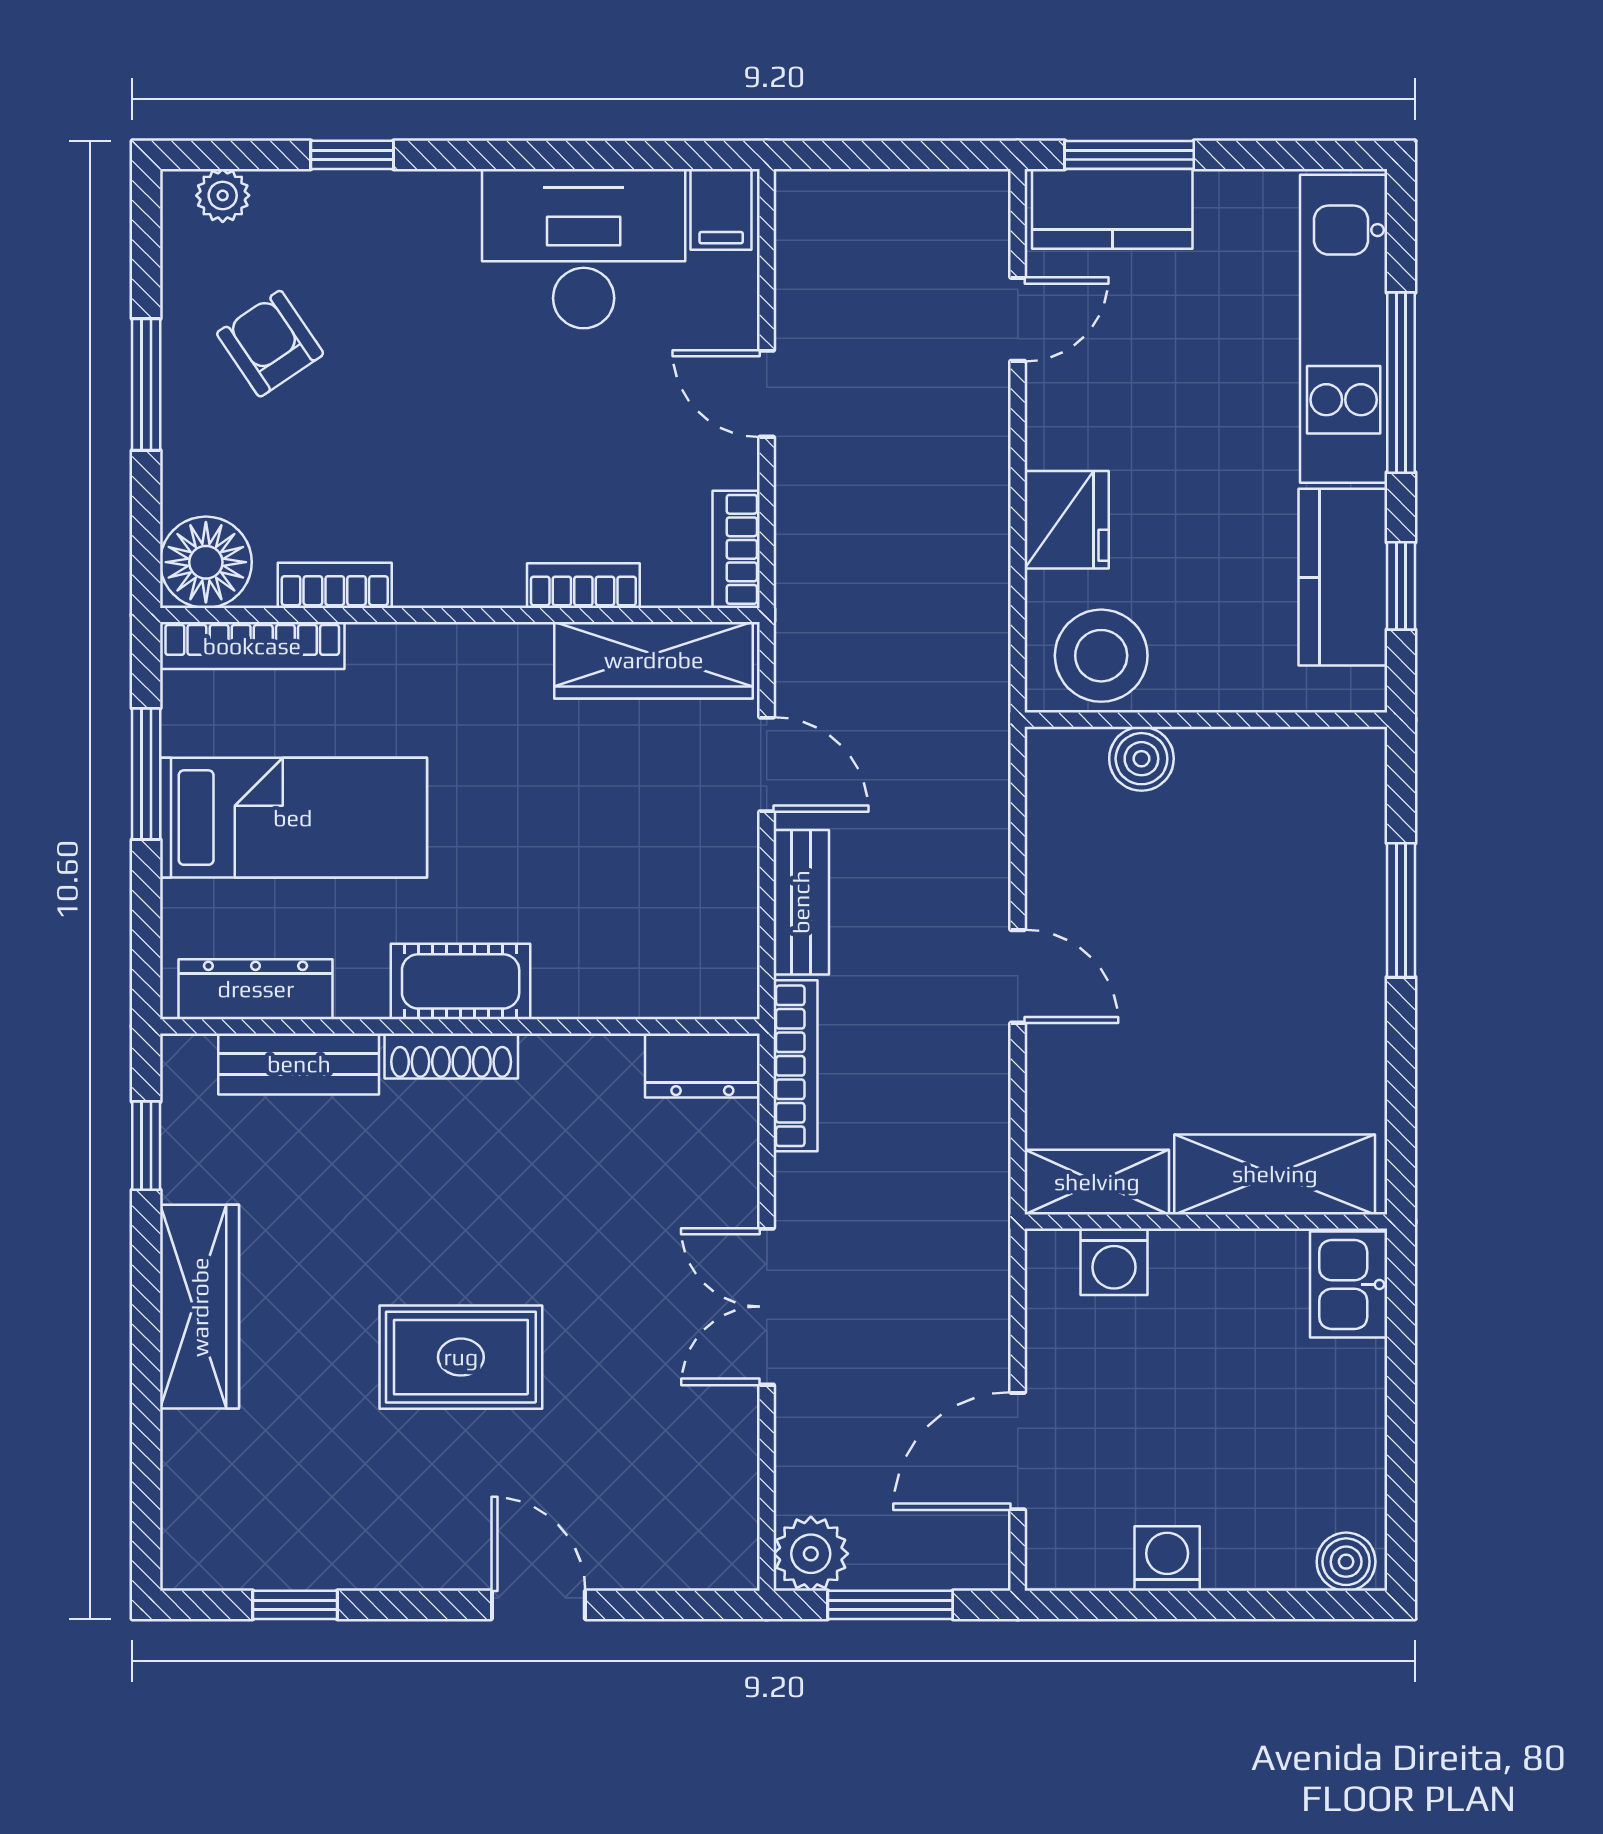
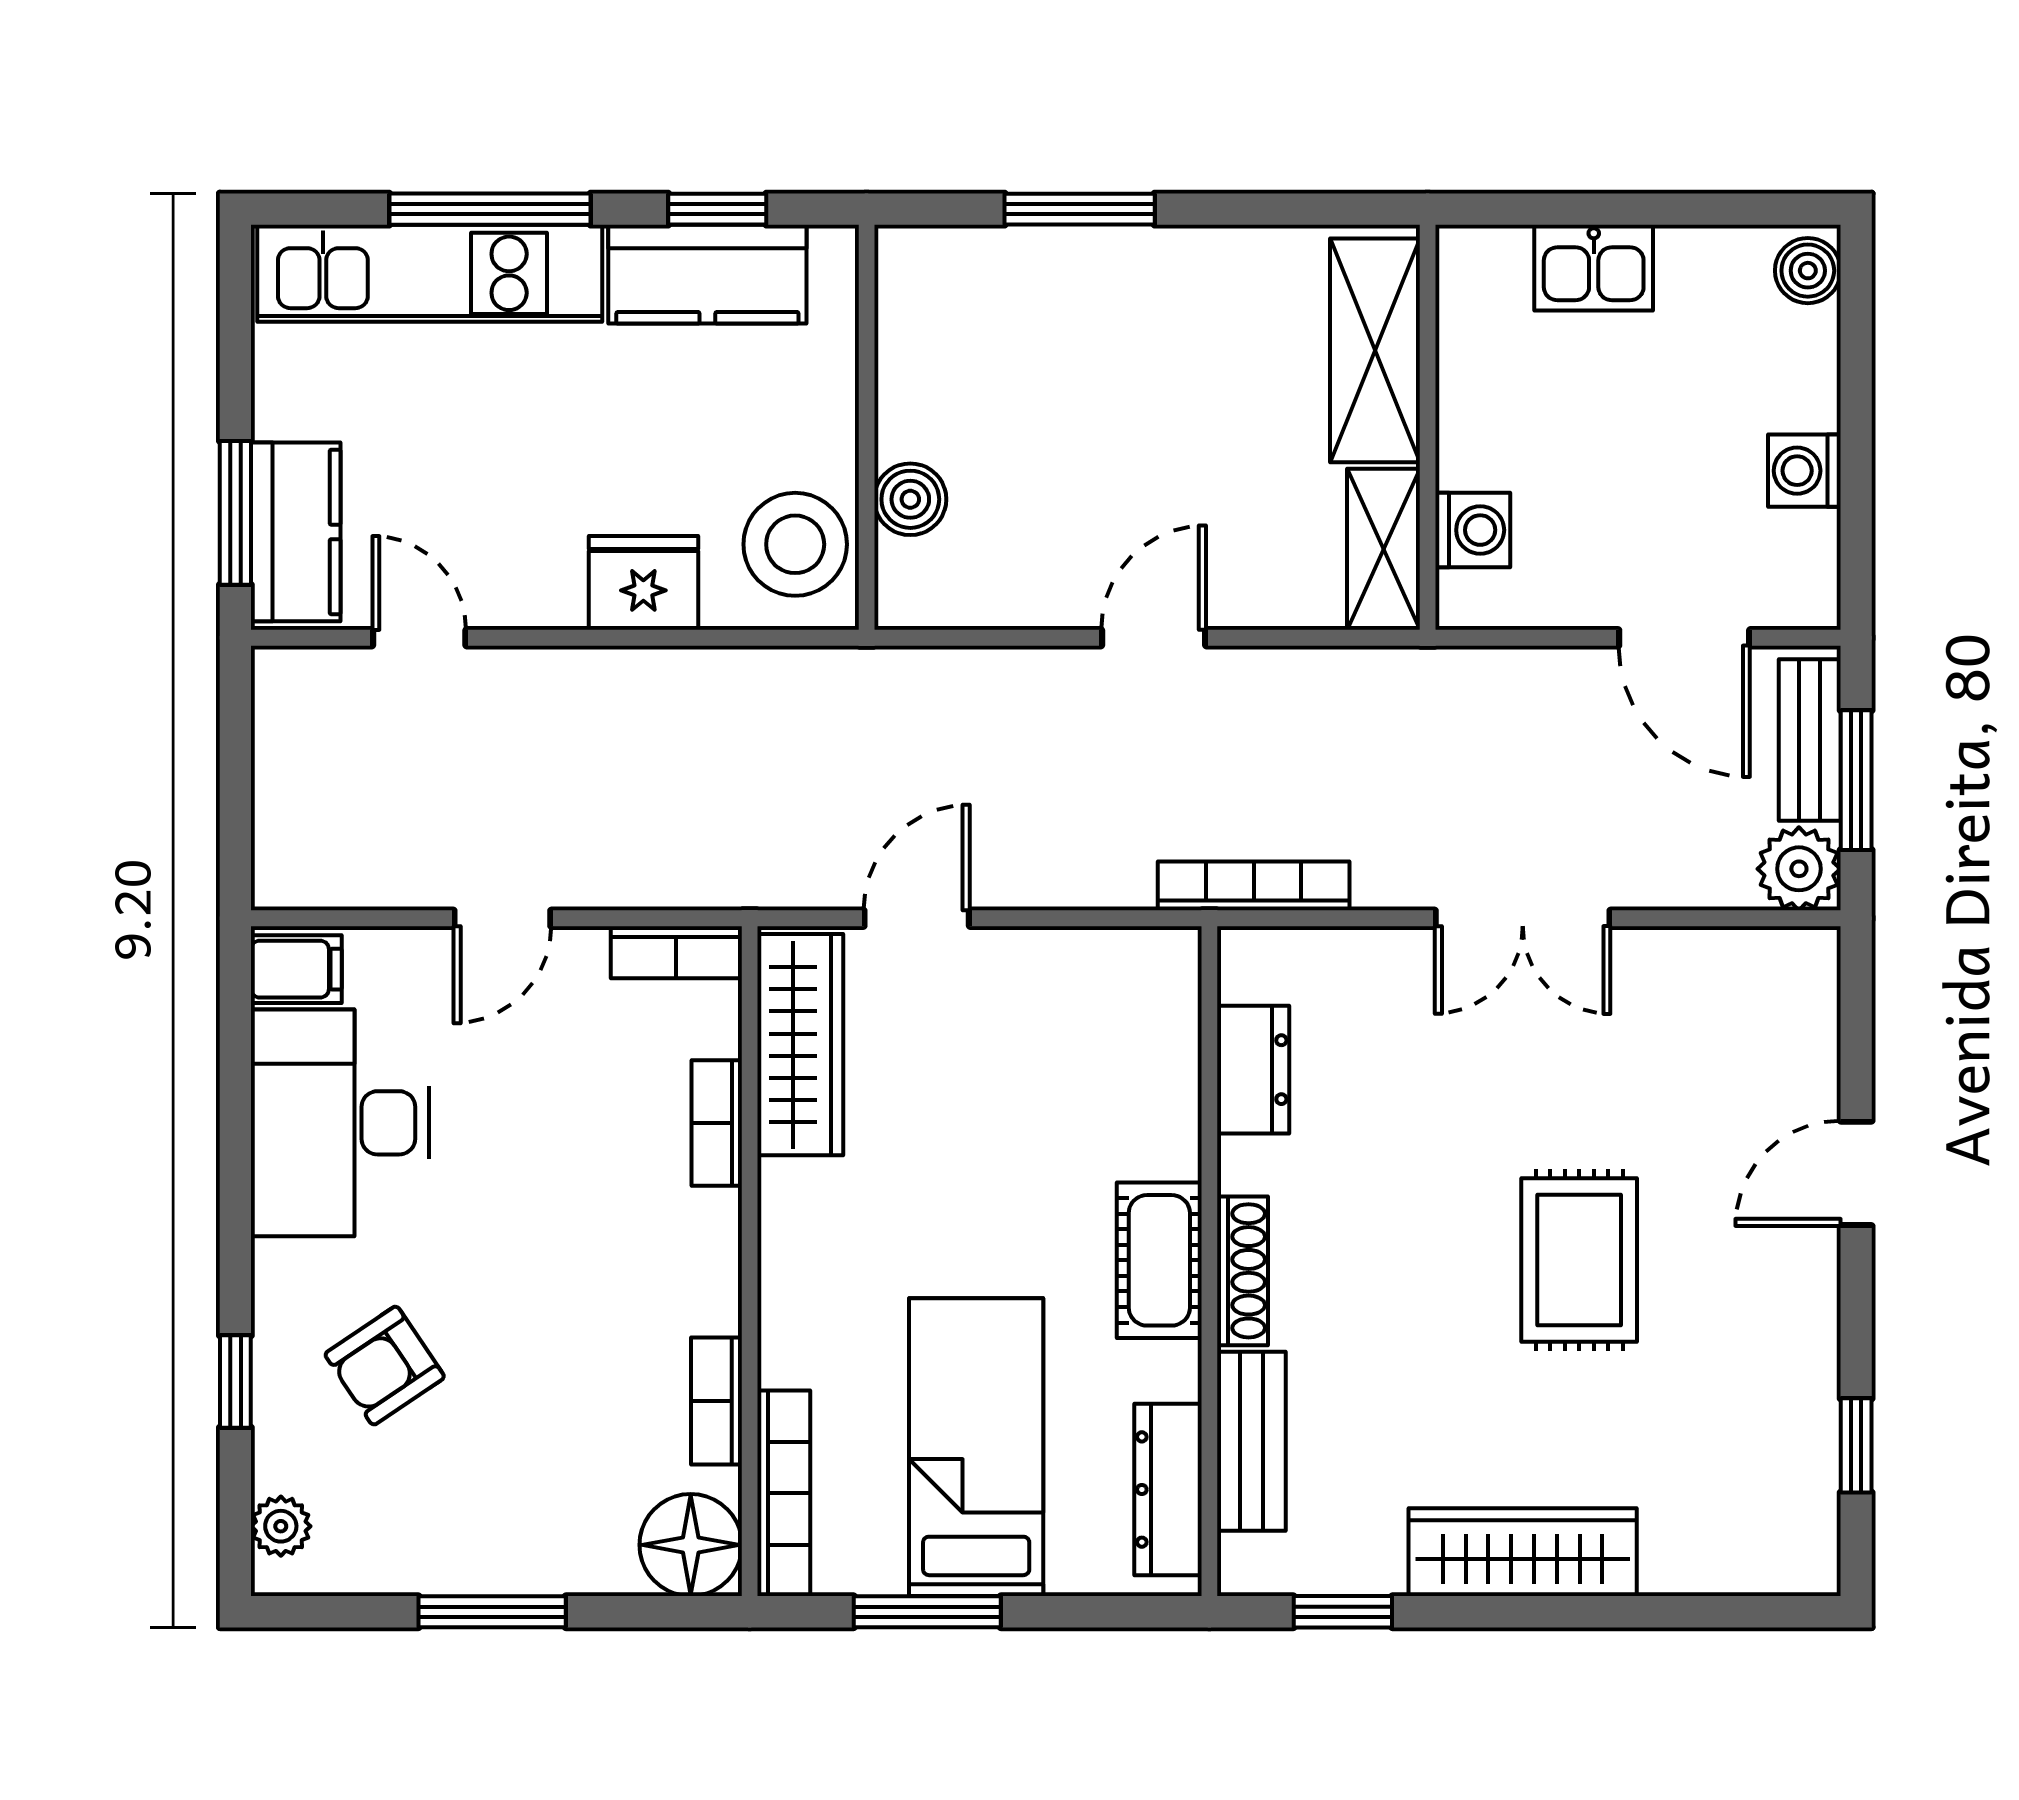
armchair: (270, 344) -> (385, 1366), moved
bench: (801, 902) -> (1810, 740), moved, turned 90
dresser: (702, 1065) -> (1253, 1070), moved
kitchen sink: (1349, 1284) -> (1594, 268), moved

